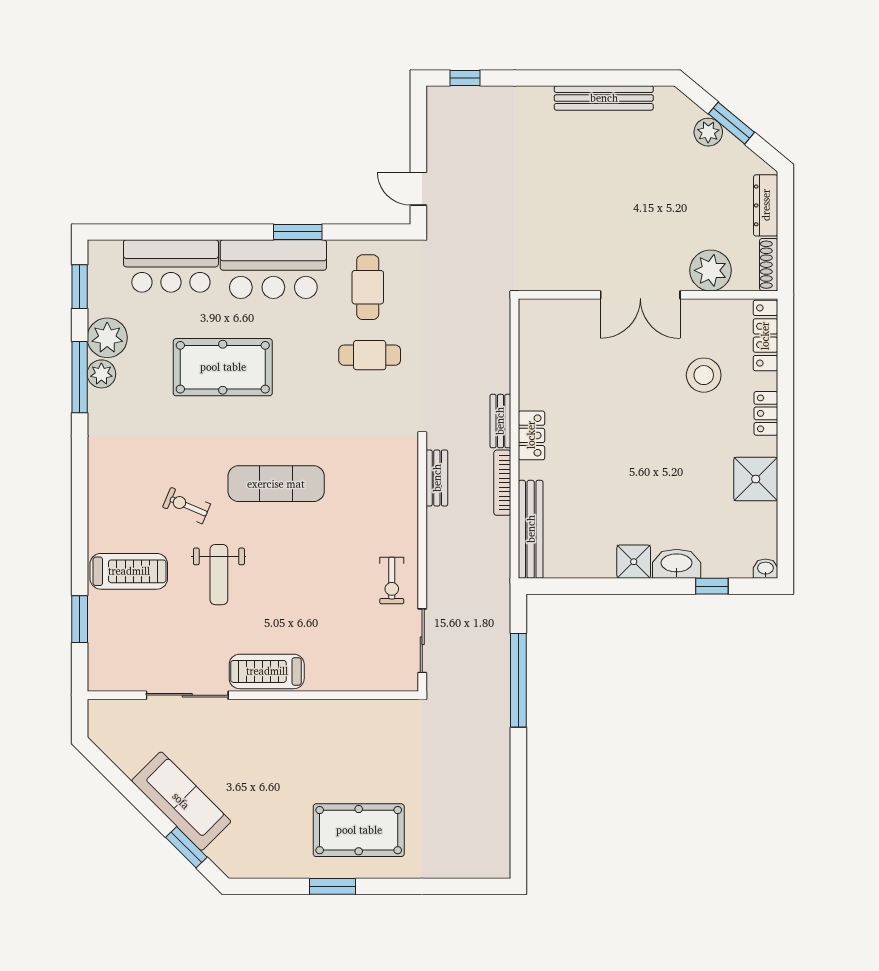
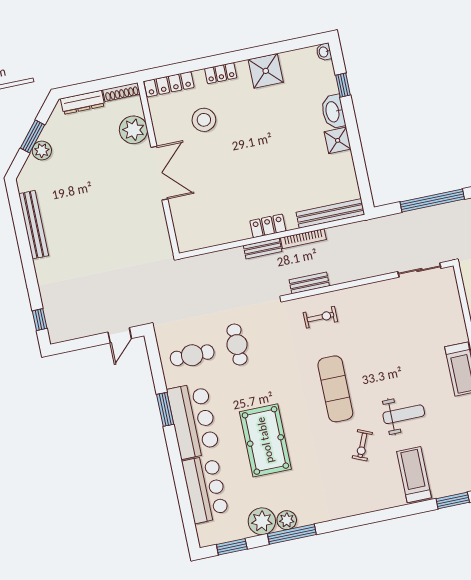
exercise bike: (392, 580) -> (320, 317), moved

